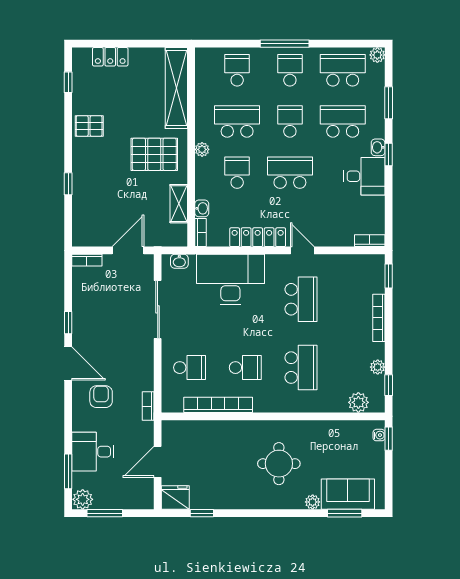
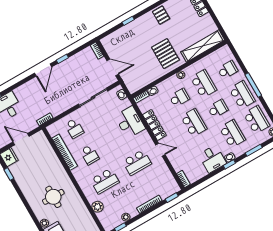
school desk: (290, 70) -> (242, 95), width x1.85
shelving: (179, 204) -> (149, 79), removed
door: (302, 250) -> (160, 150), hinge flipped
desk: (230, 280) -> (130, 122), width x0.73, depth x0.77
armchair: (101, 397) -> (36, 95), removed
plant: (358, 402) -> (98, 207), moved

